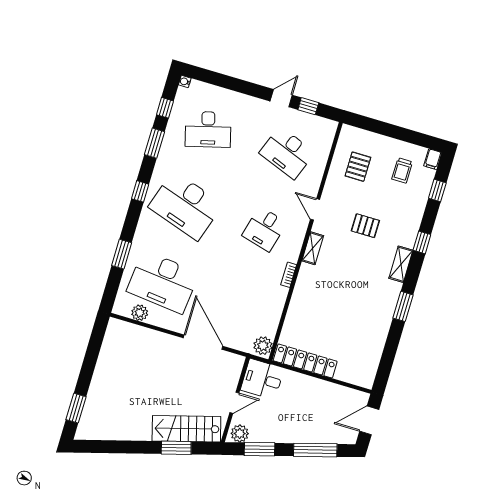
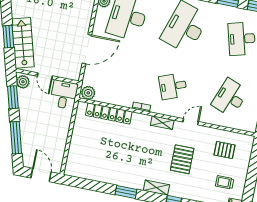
pallet: (365, 226) -> (182, 159), width x1.50, depth x1.42
desk: (264, 229) -> (173, 86), turned -36
locker: (305, 361) -> (109, 113), moved, turned 90

